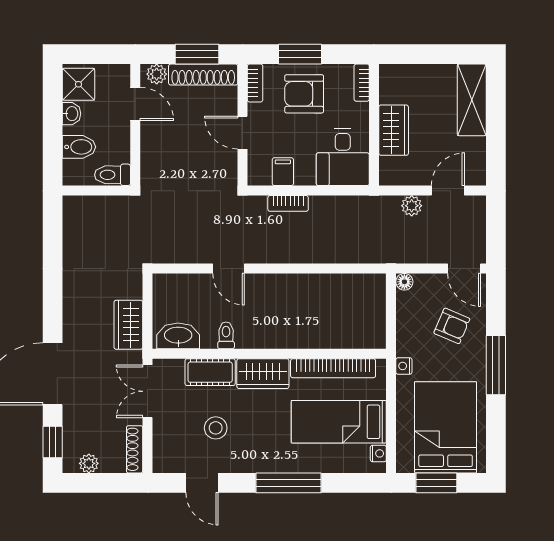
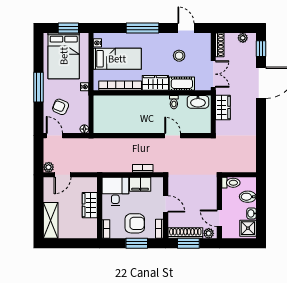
filing cabinet: (283, 172) -> (140, 184), width x2.00
plant: (412, 206) -> (49, 167), moved

